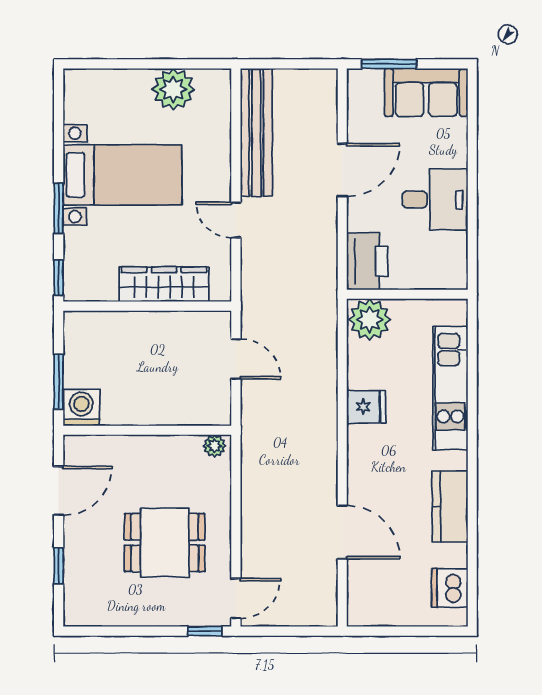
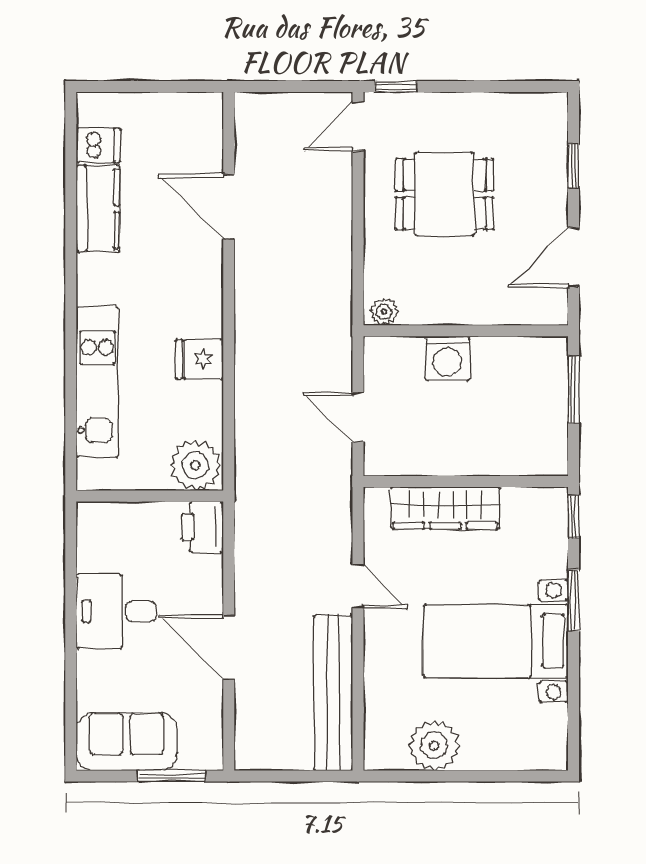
door: (342, 170) -> (229, 647), hinge flipped
printer: (367, 261) -> (202, 527), width x0.73, depth x0.84
washing machine: (81, 408) -> (447, 358), moved
kitchen counter: (450, 507) -> (98, 209), moved
dishwasher: (450, 588) -> (98, 145), width x0.73

